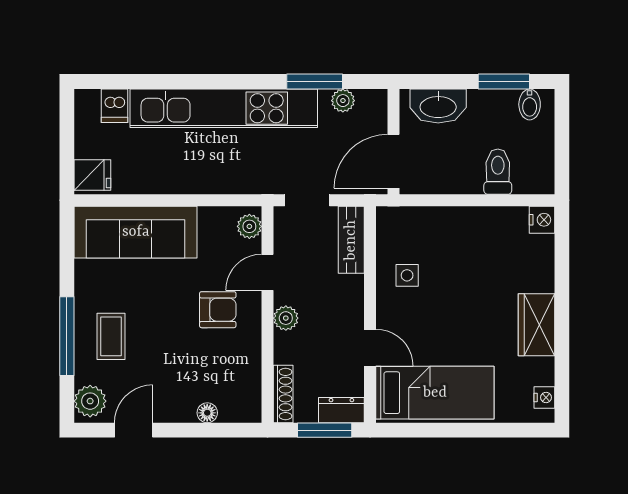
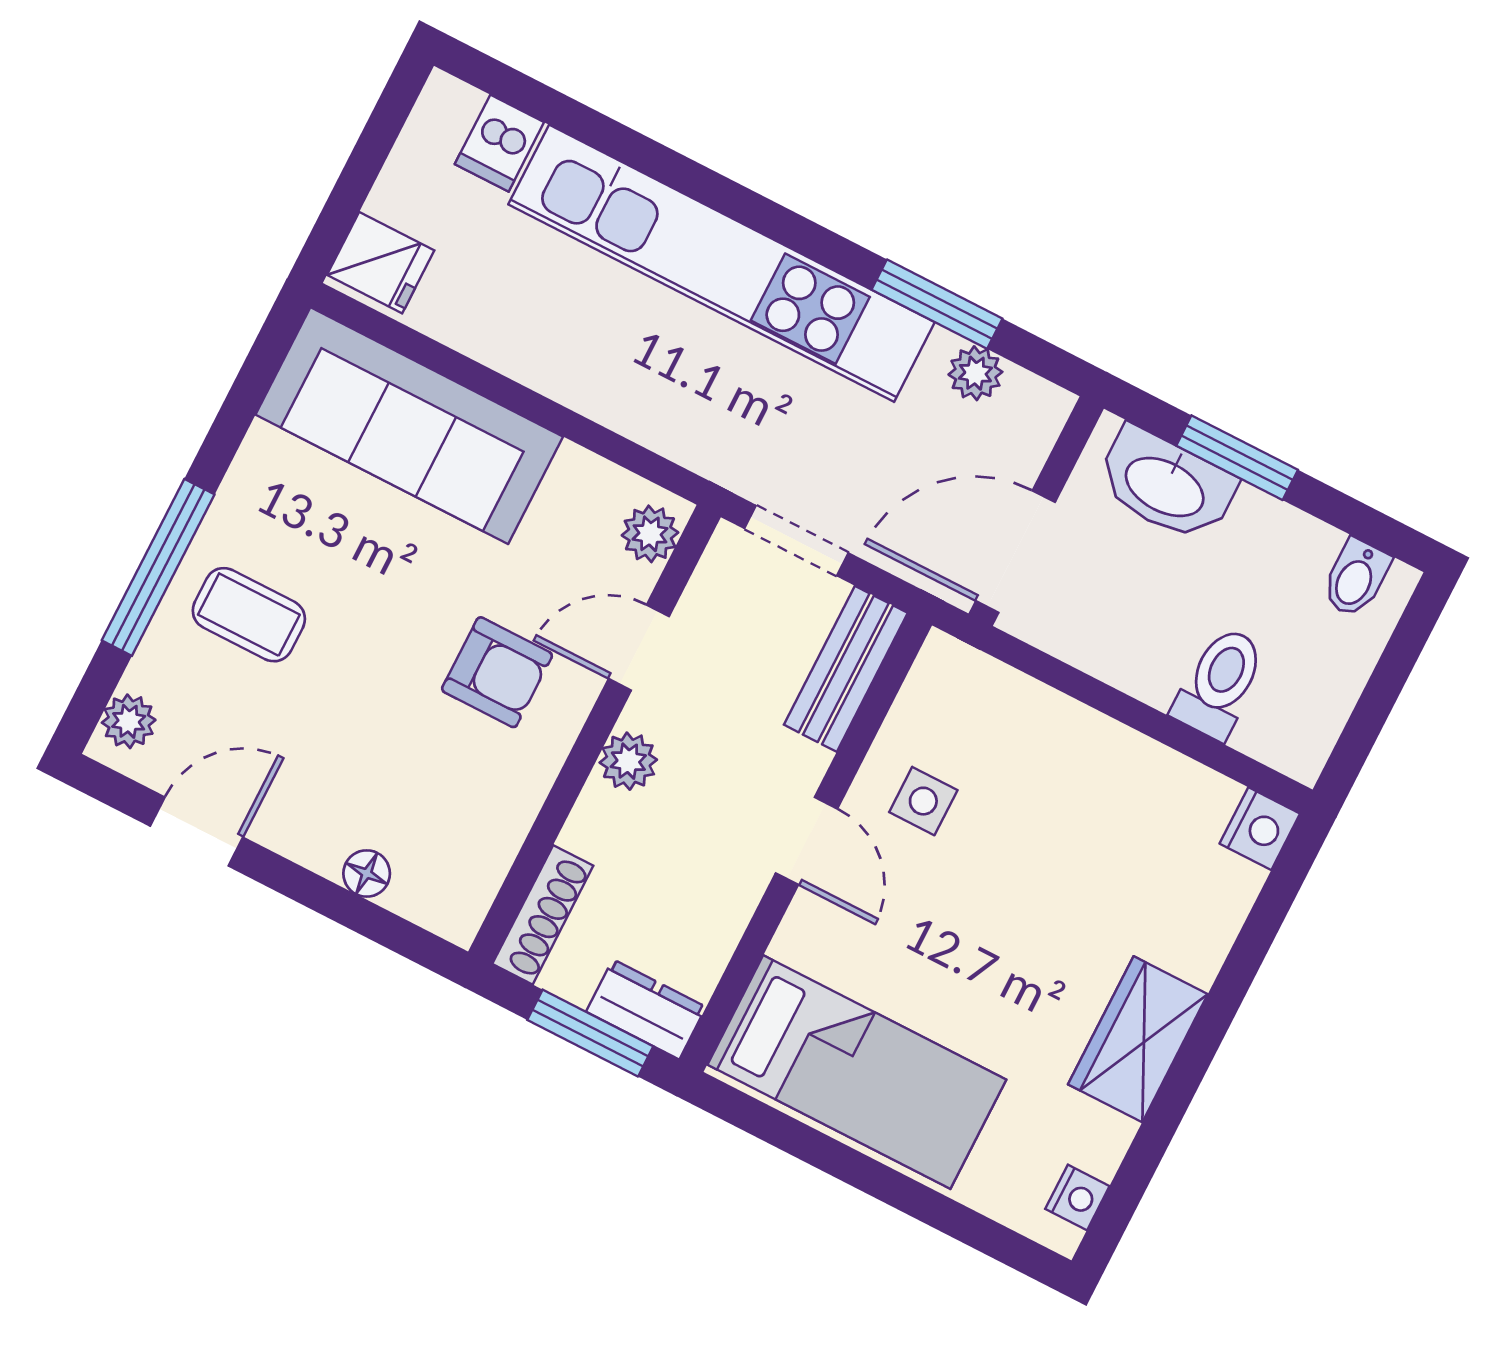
window: (504, 82) -> (1237, 458), moved
coffee table: (111, 336) -> (249, 615), turned 90
door: (370, 348) -> (806, 841), moved
plant: (90, 401) -> (129, 721), width x0.73, depth x0.73

